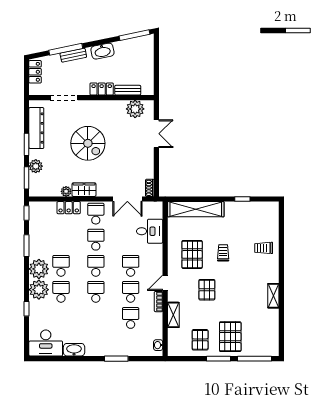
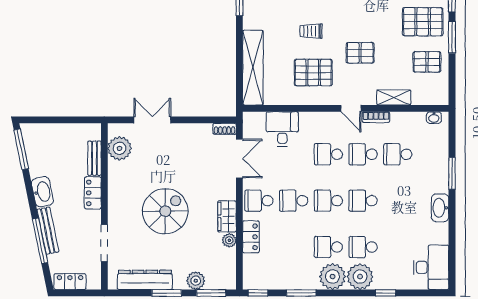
bench: (73, 55) -> (48, 231), width x1.36
washbasin: (74, 350) -> (440, 208), moved

